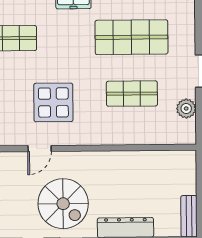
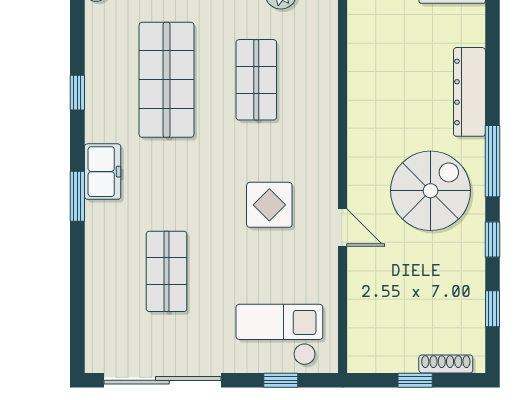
display table: (53, 102) -> (269, 205), width x0.73, depth x0.73

